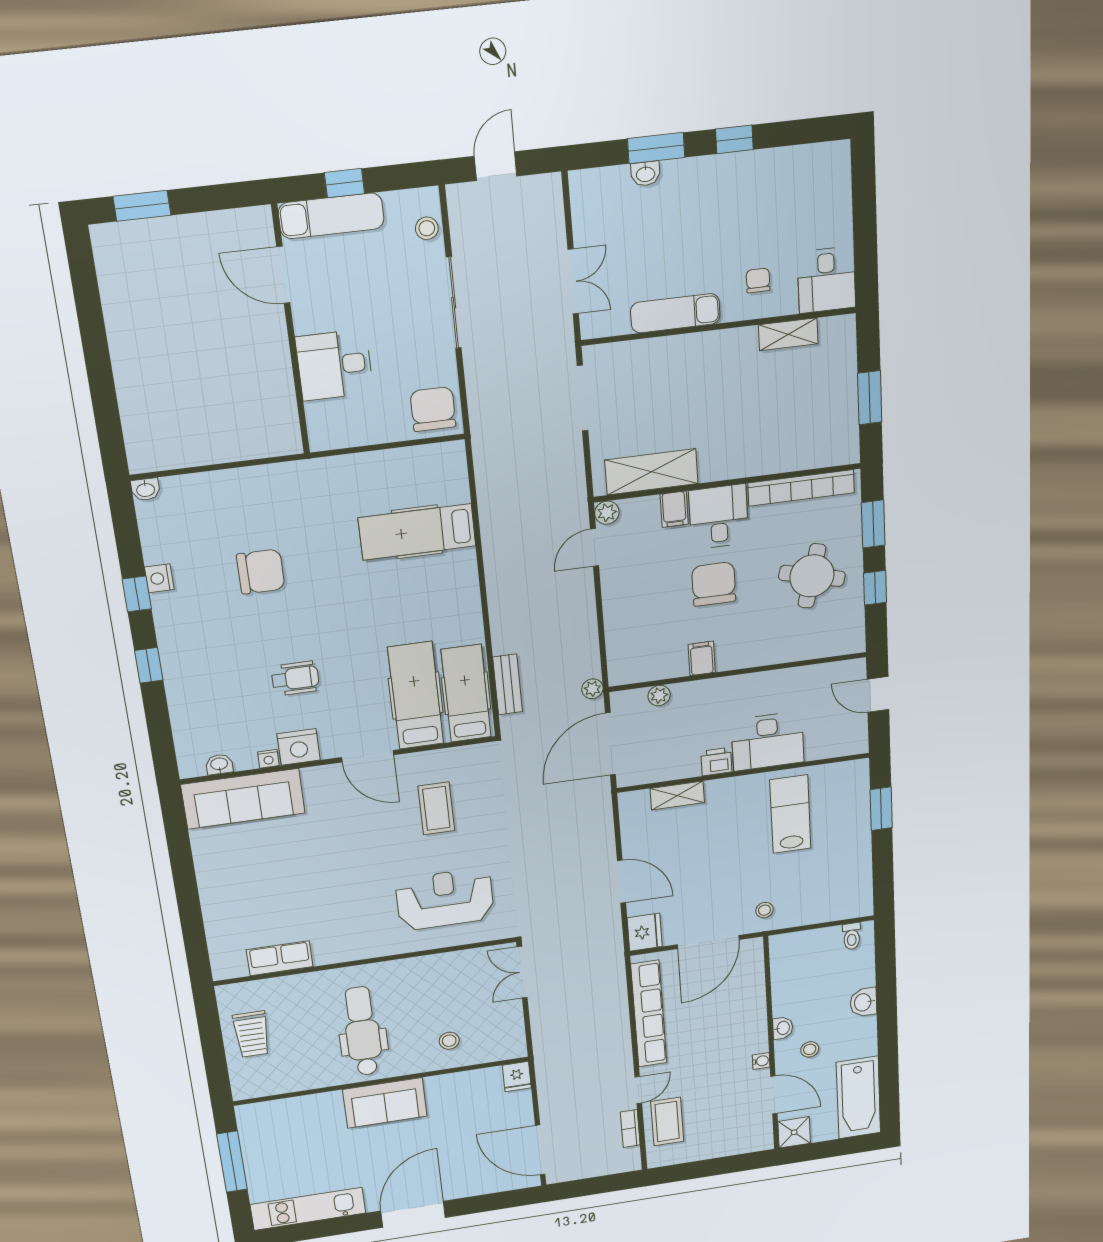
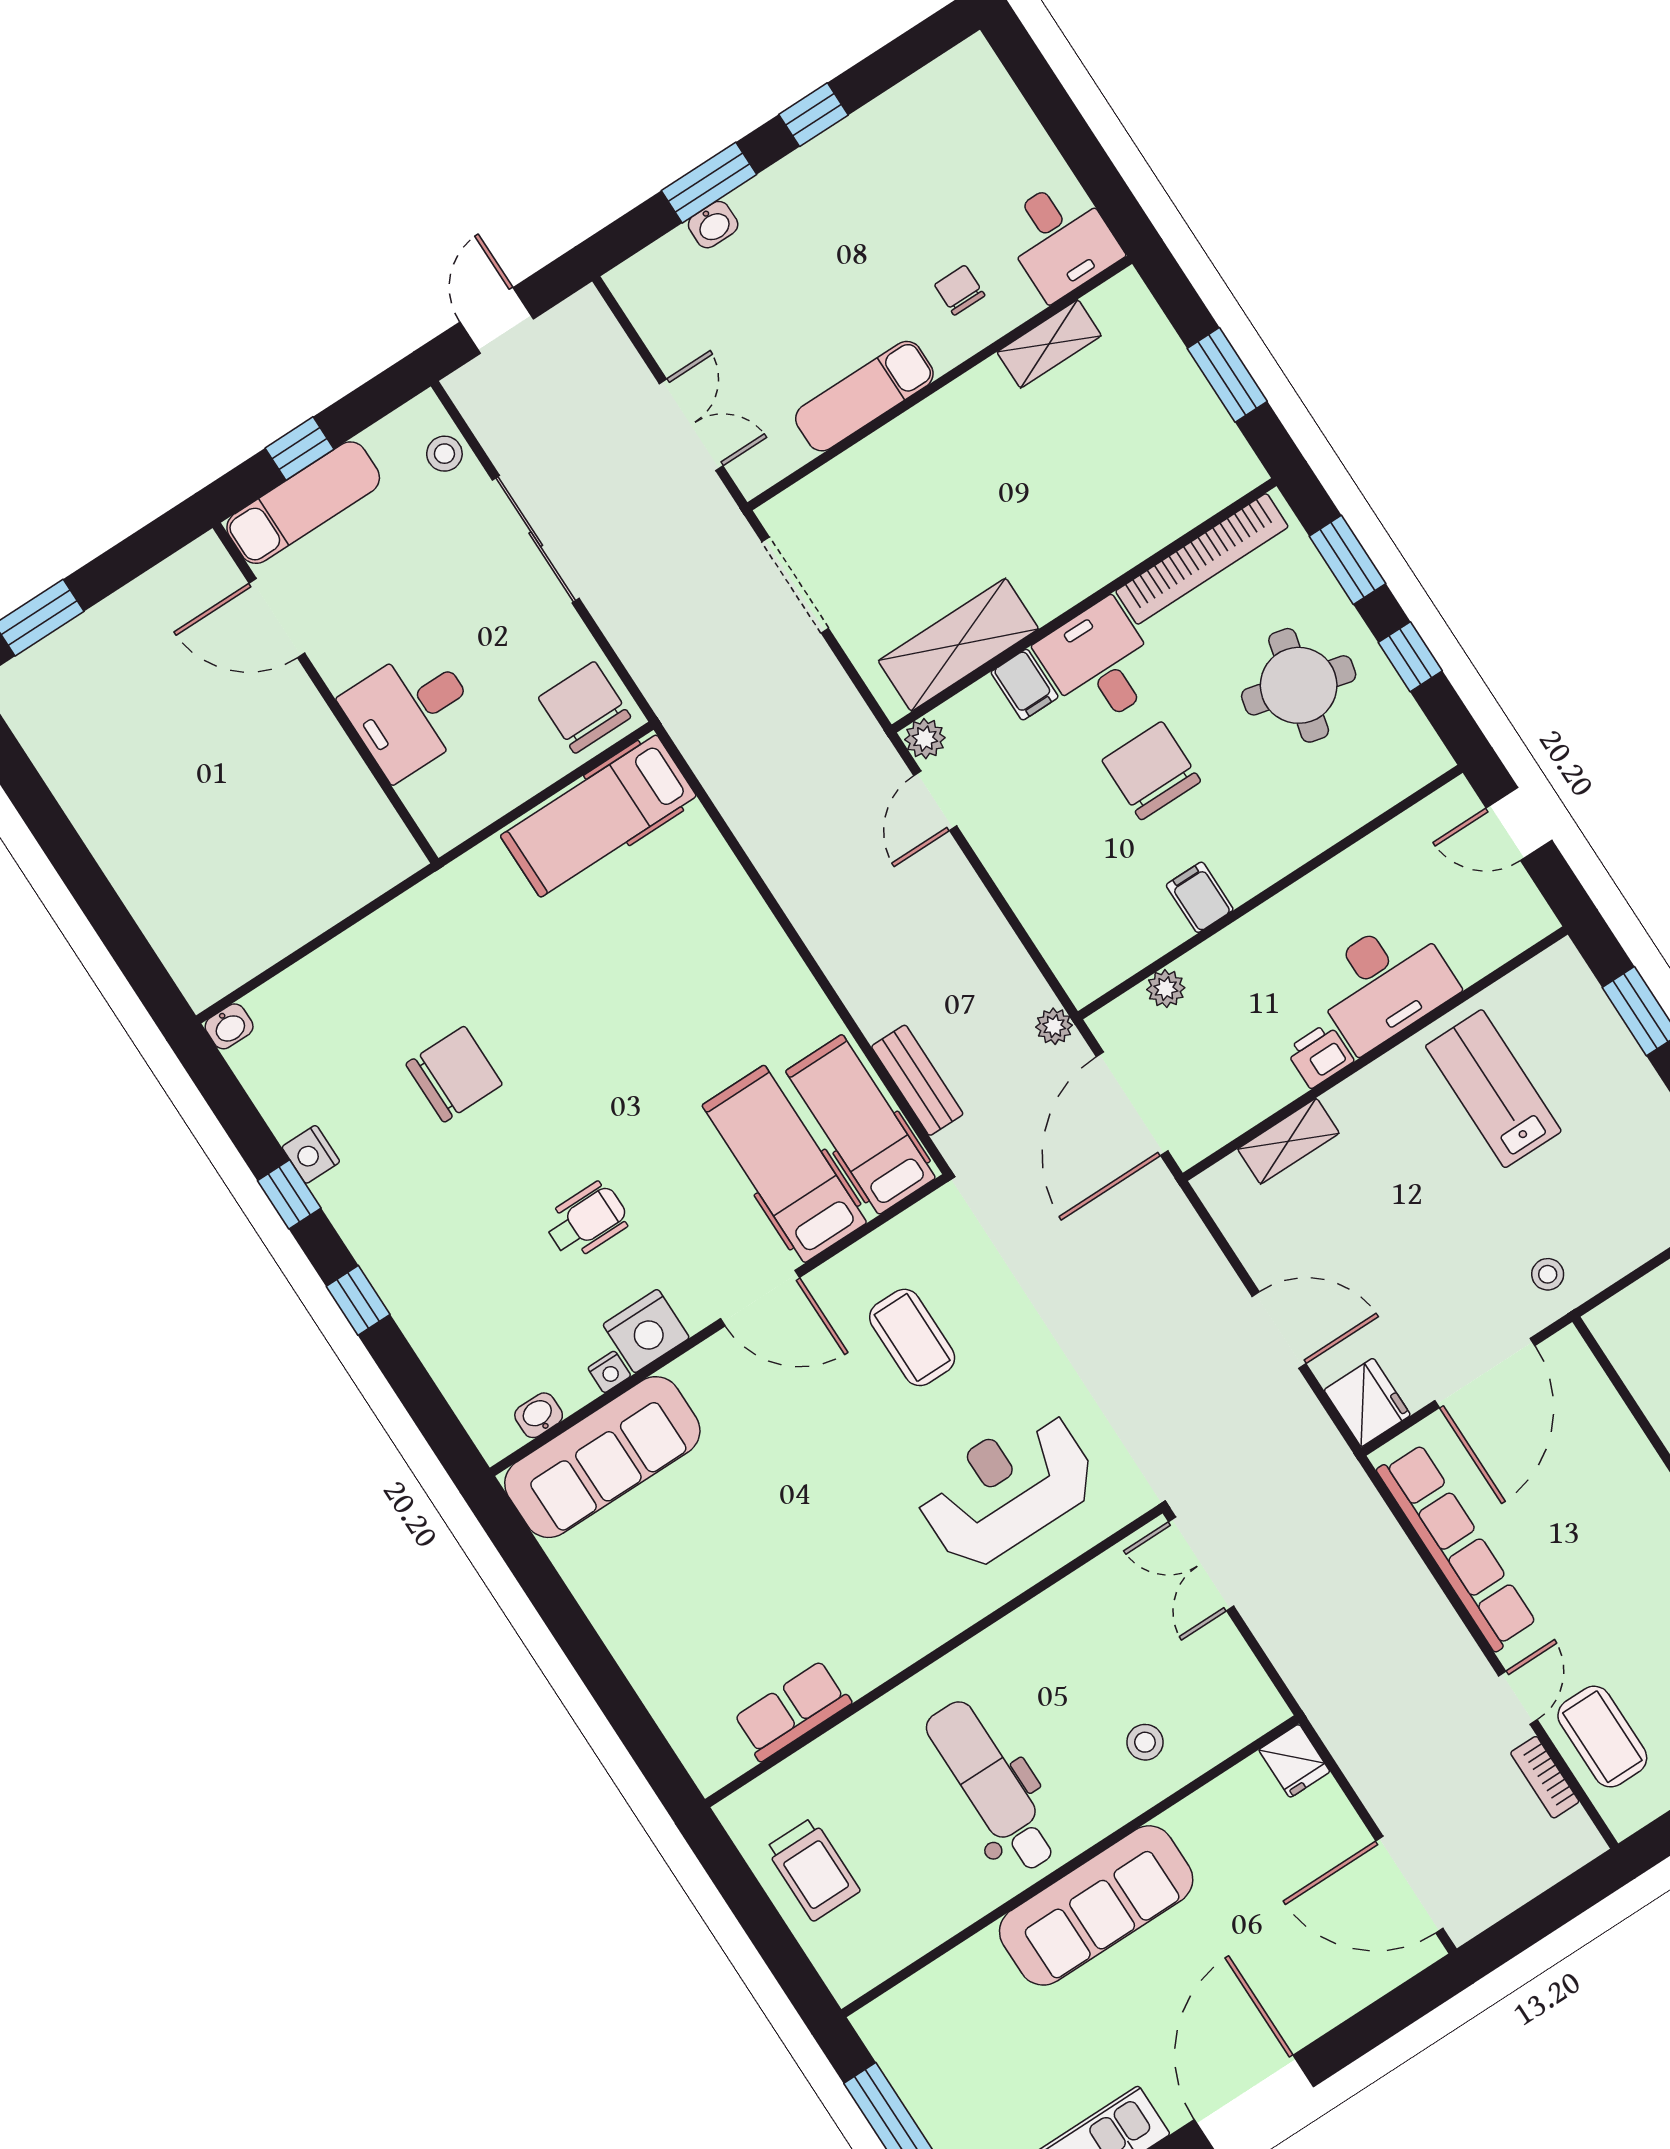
hospital bed: (417, 532) -> (598, 816), moved
sofa: (385, 1103) -> (1096, 1905), width x1.36

